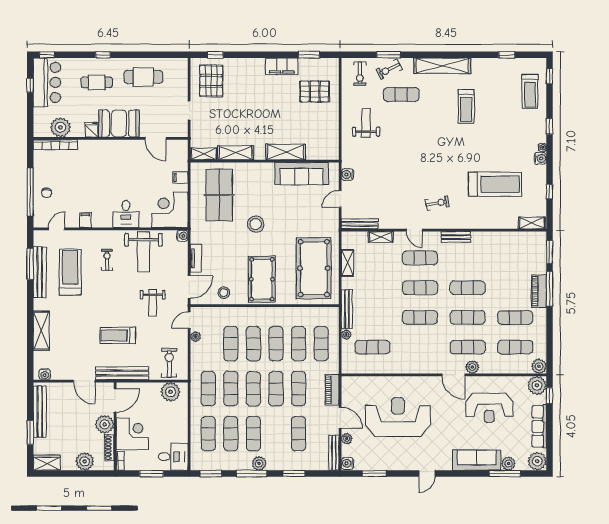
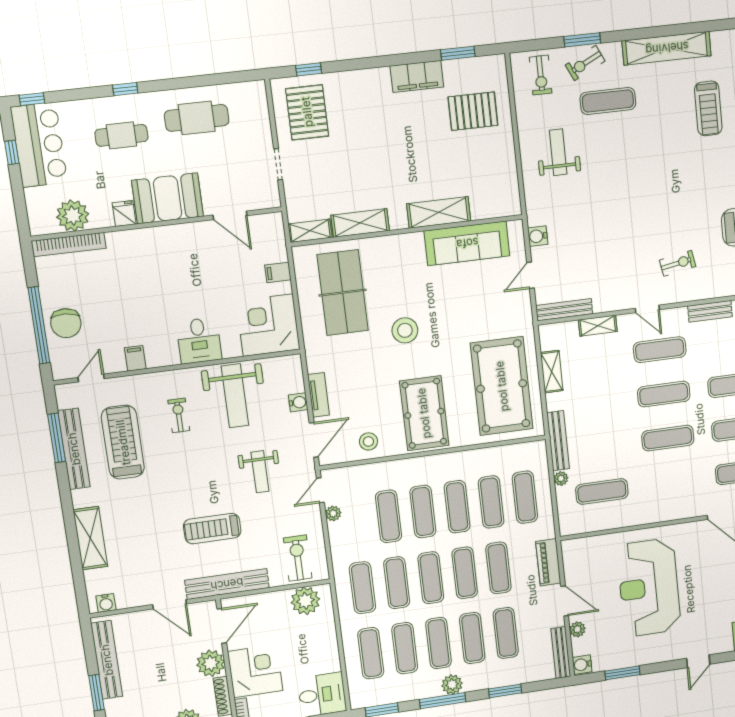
chair: (47, 193) -> (66, 323), width x1.87, depth x1.87
water cooler: (182, 236) -> (298, 402), moved
reception desk: (398, 417) -> (649, 588), turned -90
exercise mat: (276, 434) -> (472, 638), added

